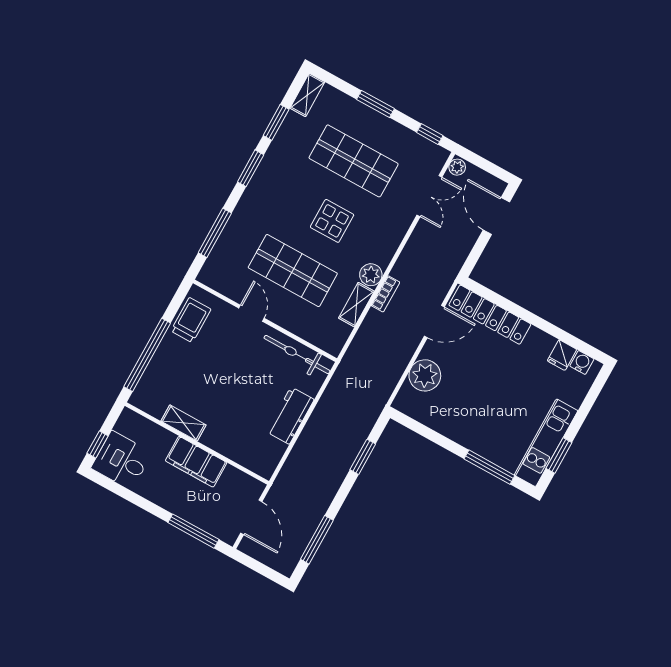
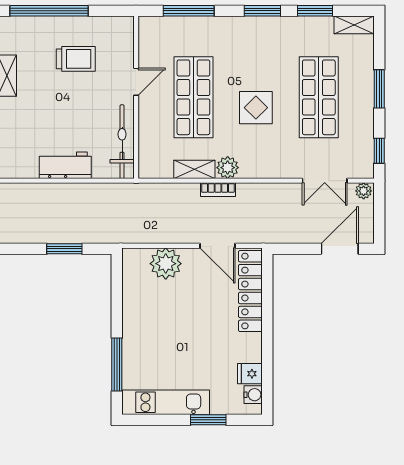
trolley: (191, 320) -> (76, 59), moved
window: (559, 456) -> (208, 420), moved

